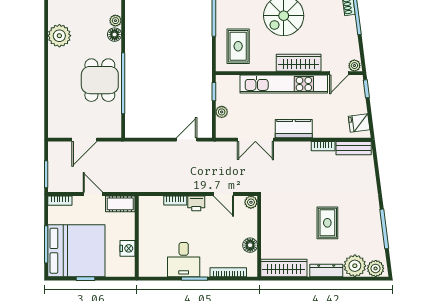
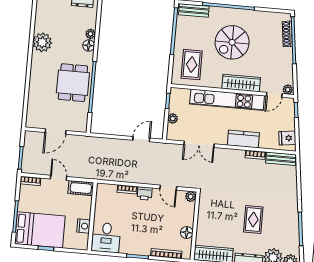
kitchen counter: (294, 129) -> (243, 139), moved
bed: (76, 251) -> (40, 230), width x0.73
desk: (184, 260) -> (106, 238), moved

